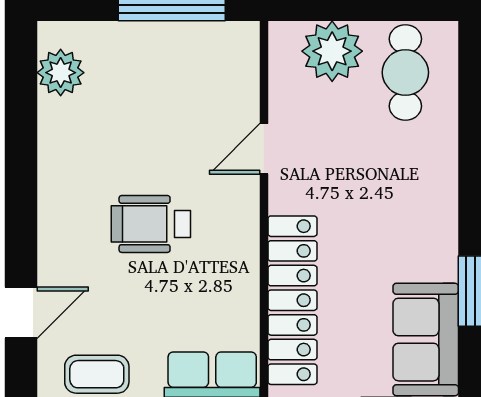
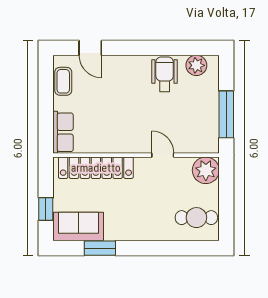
plant: (332, 51) -> (206, 170), moved
wheelchair: (151, 224) -> (165, 74), moved

